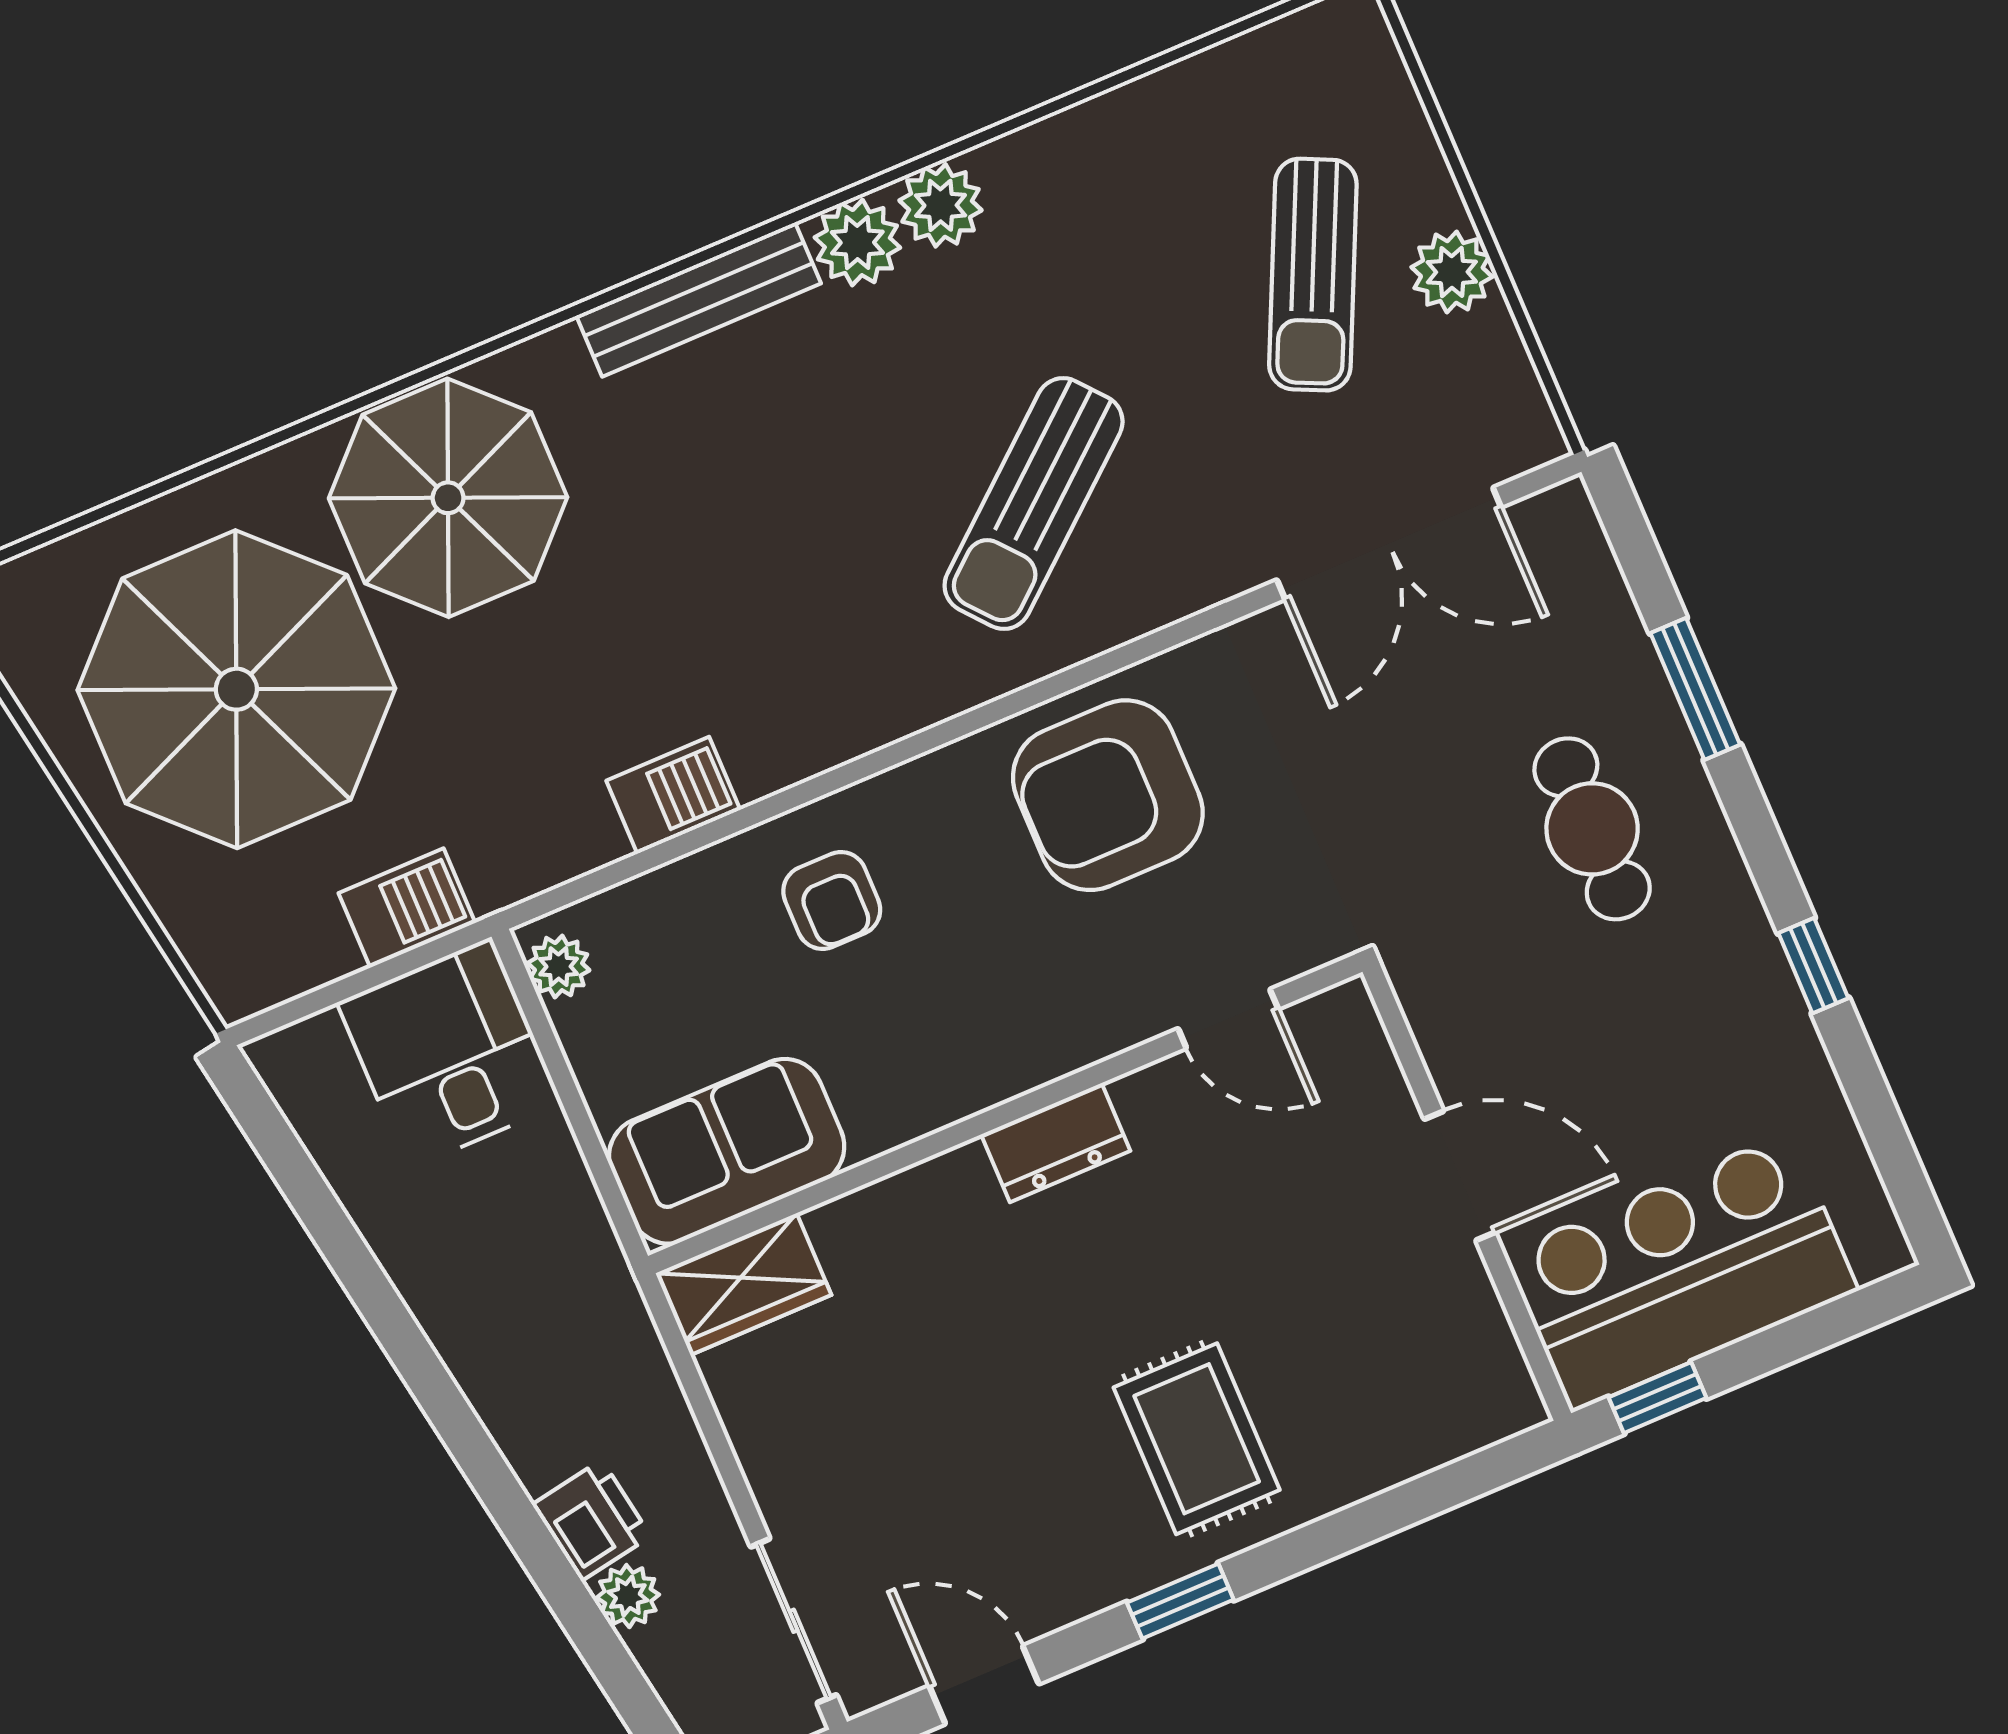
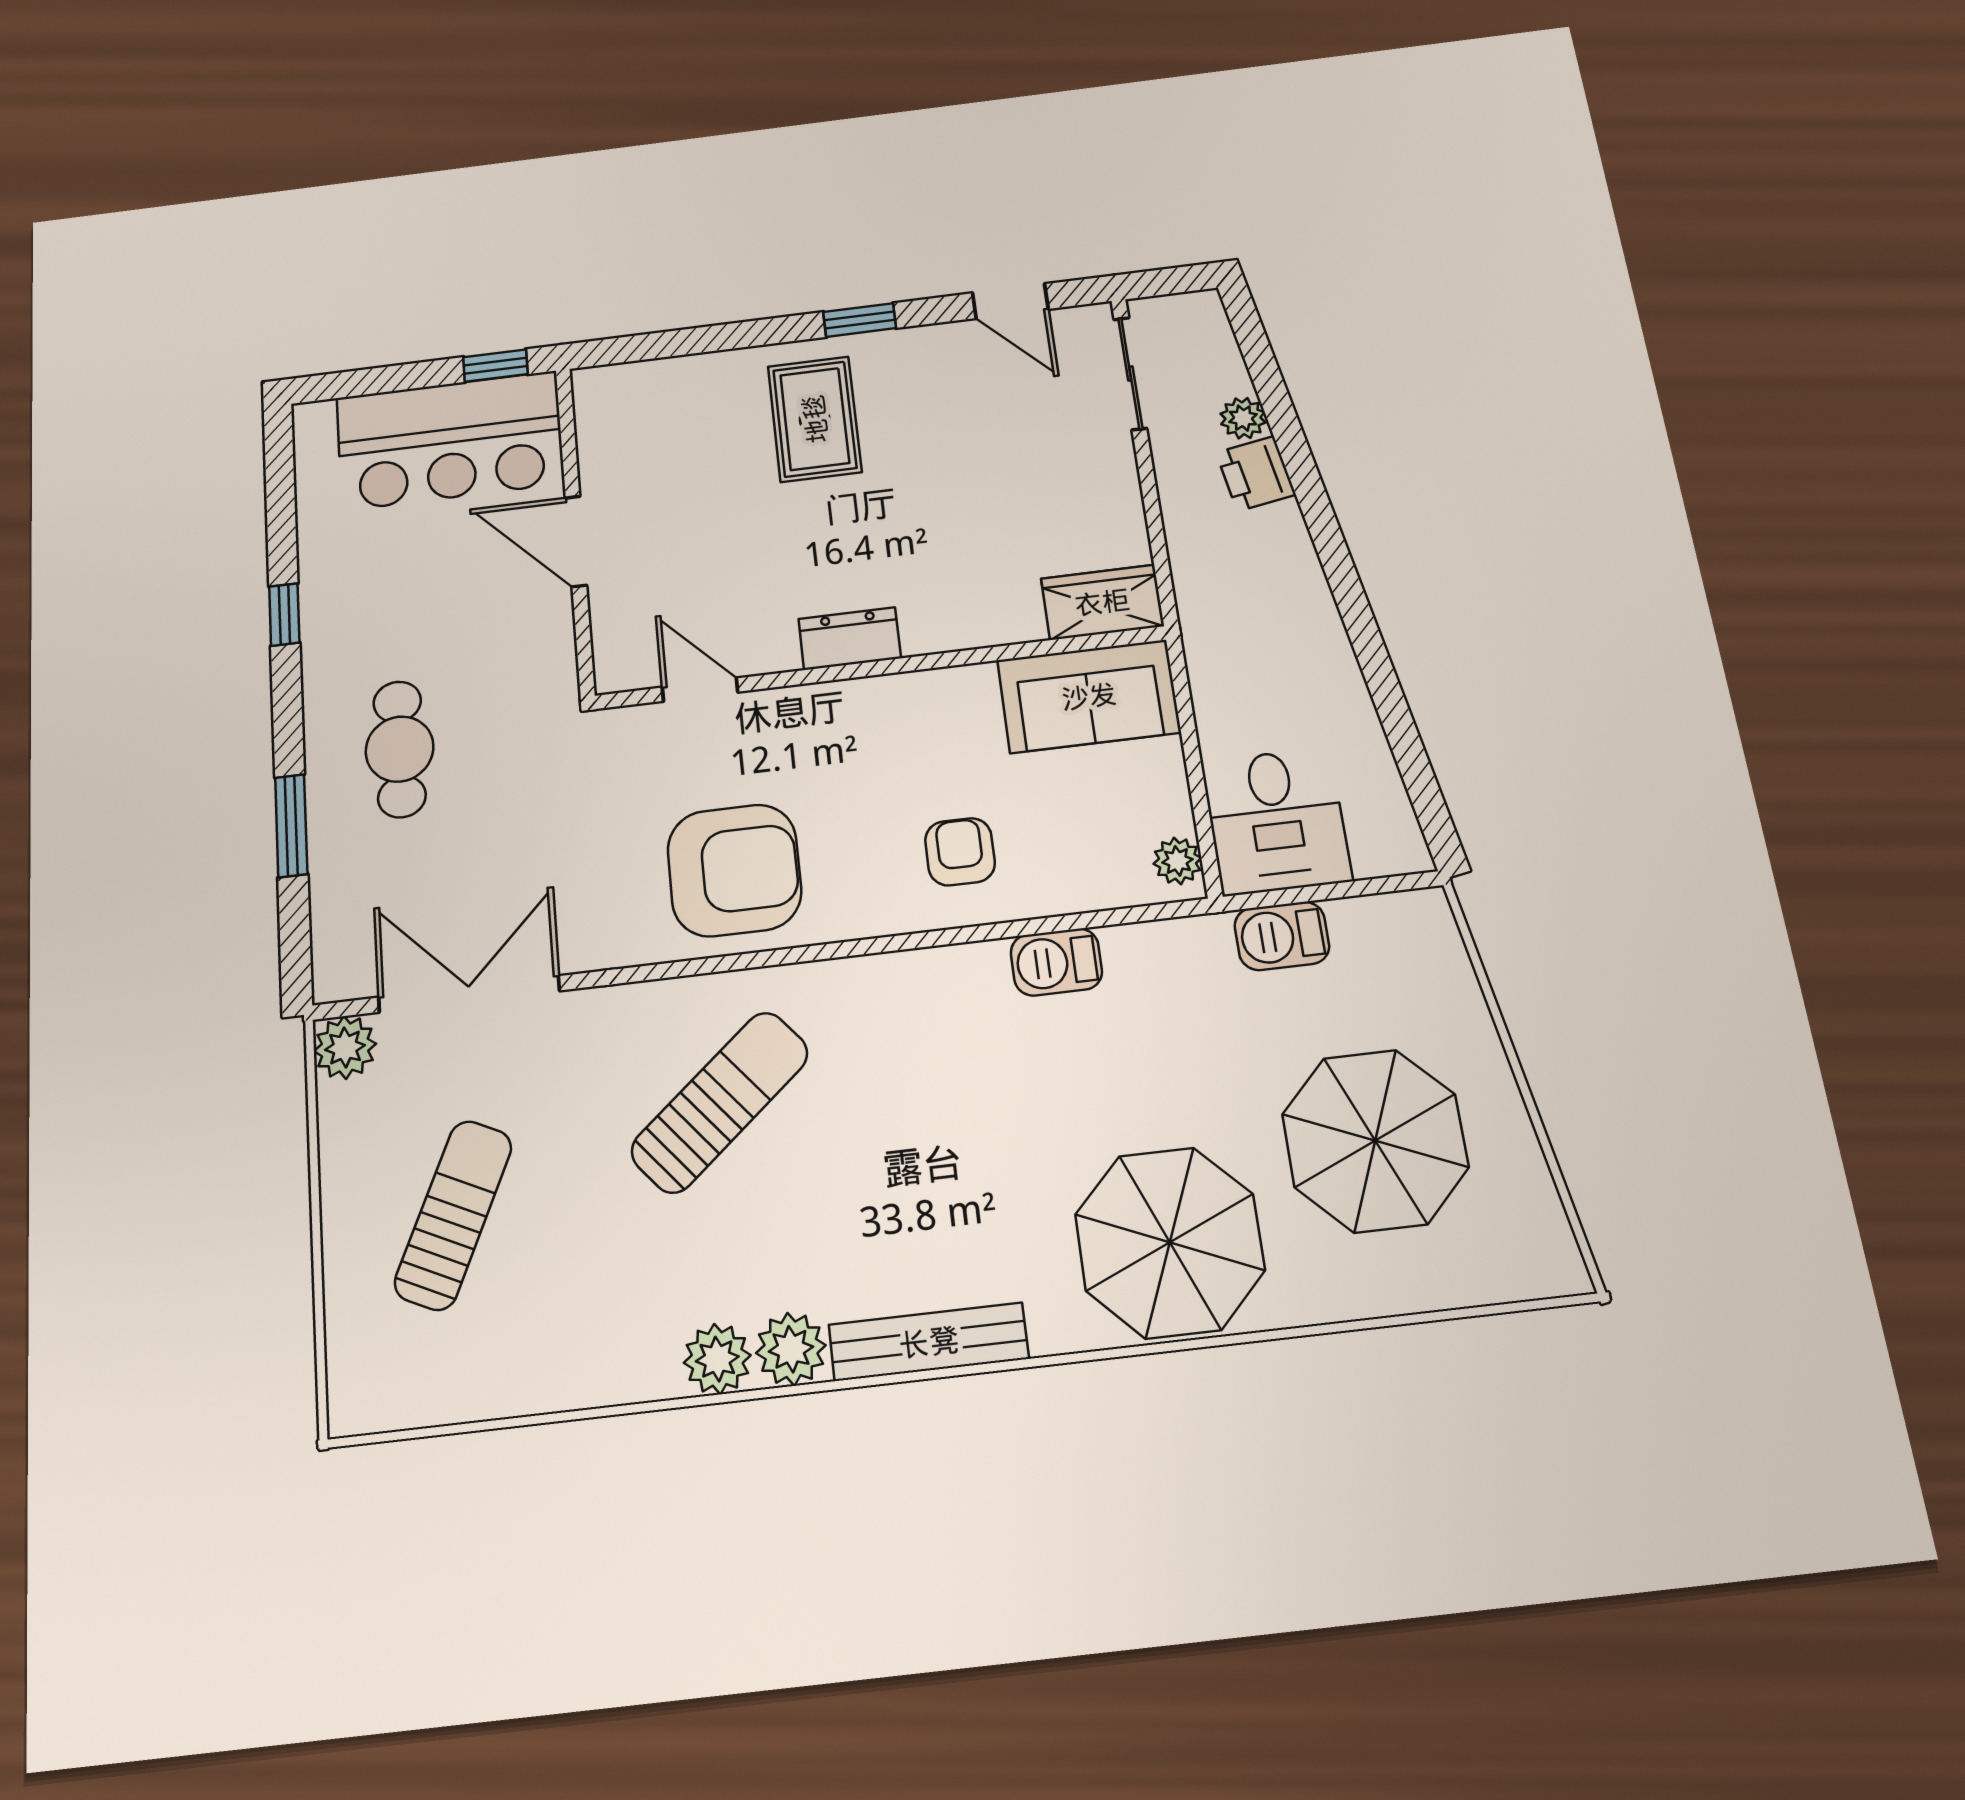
plant: (1452, 272) -> (345, 1047), moved
parasol: (236, 689) -> (1375, 1141), width x0.73, depth x0.73

